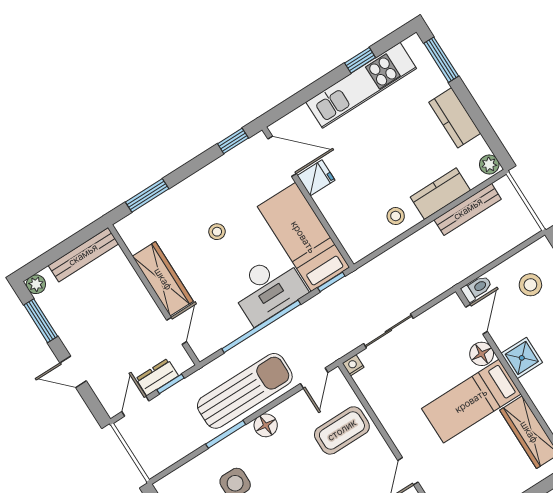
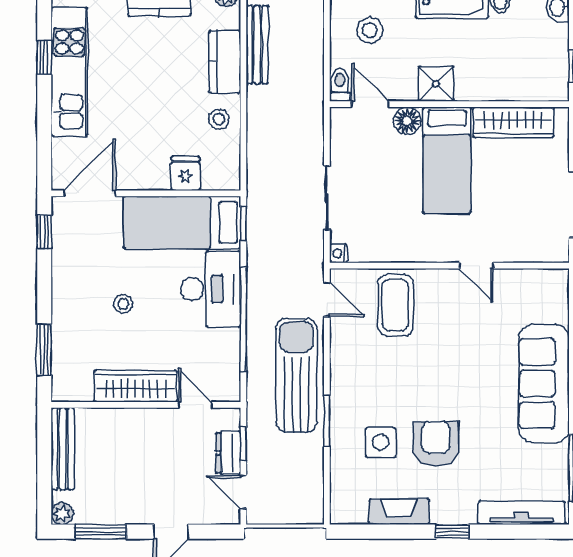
fridge: (316, 178) -> (185, 173), moved
floor lamp: (266, 425) -> (343, 376), removed

